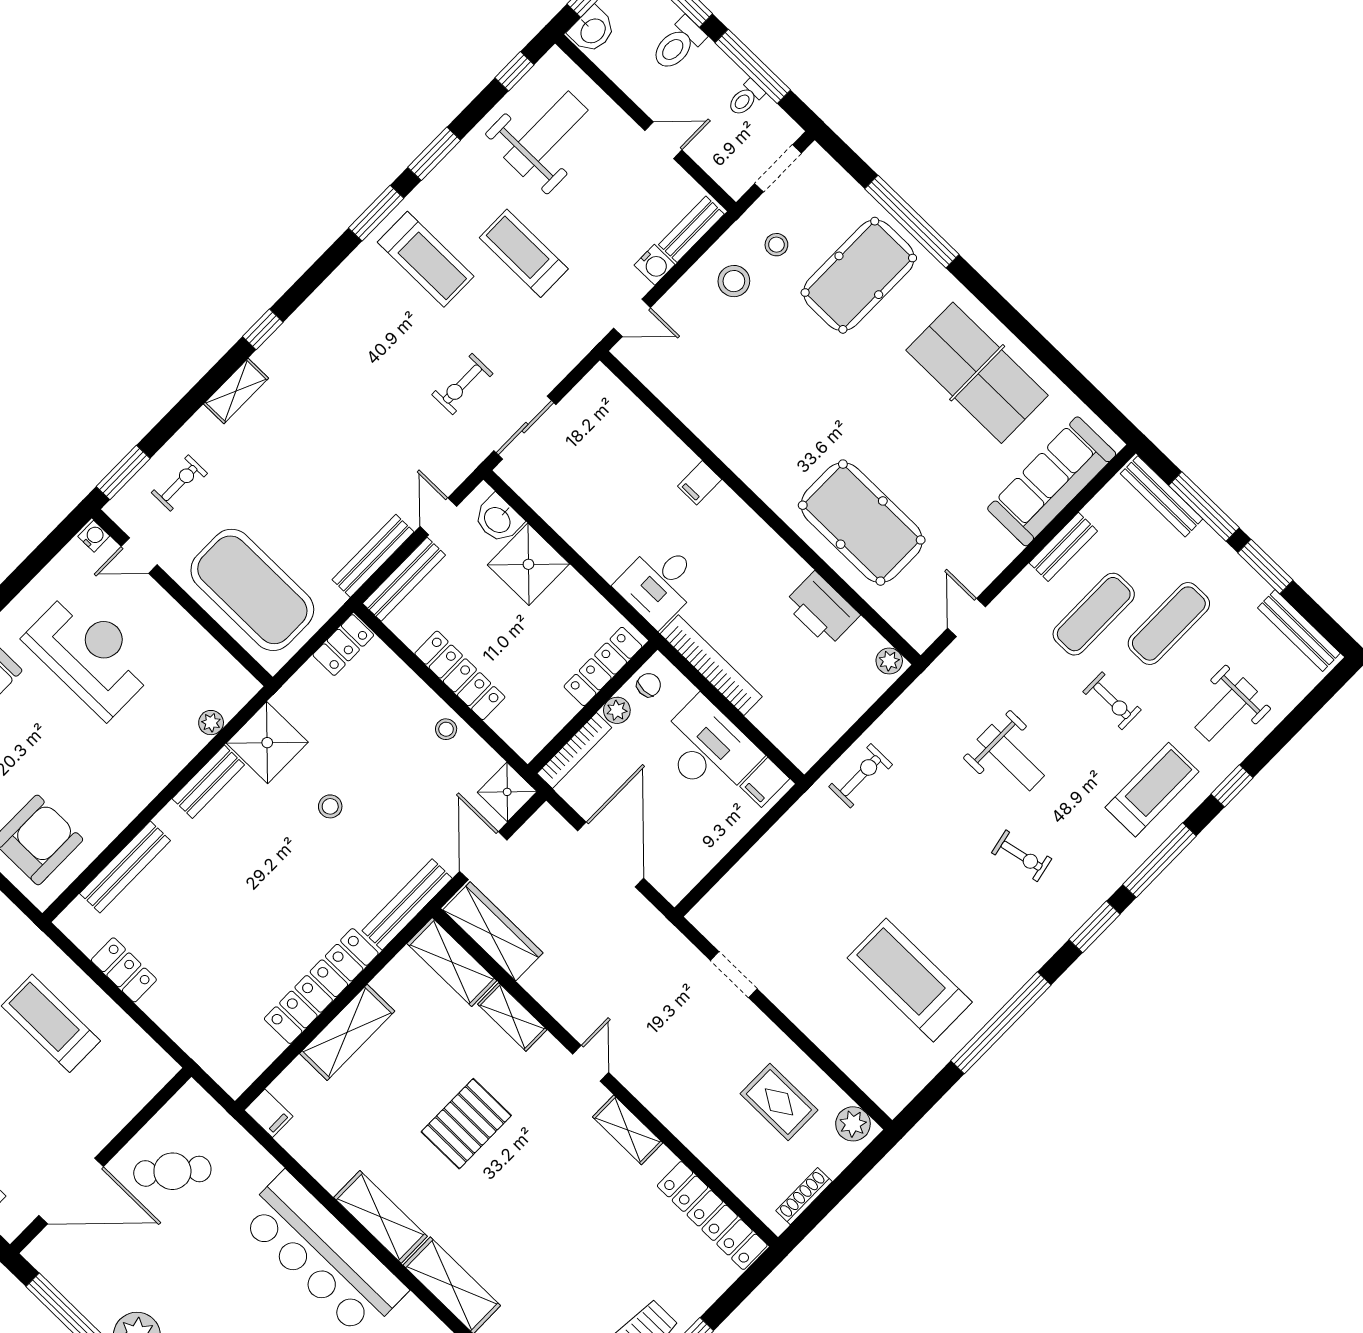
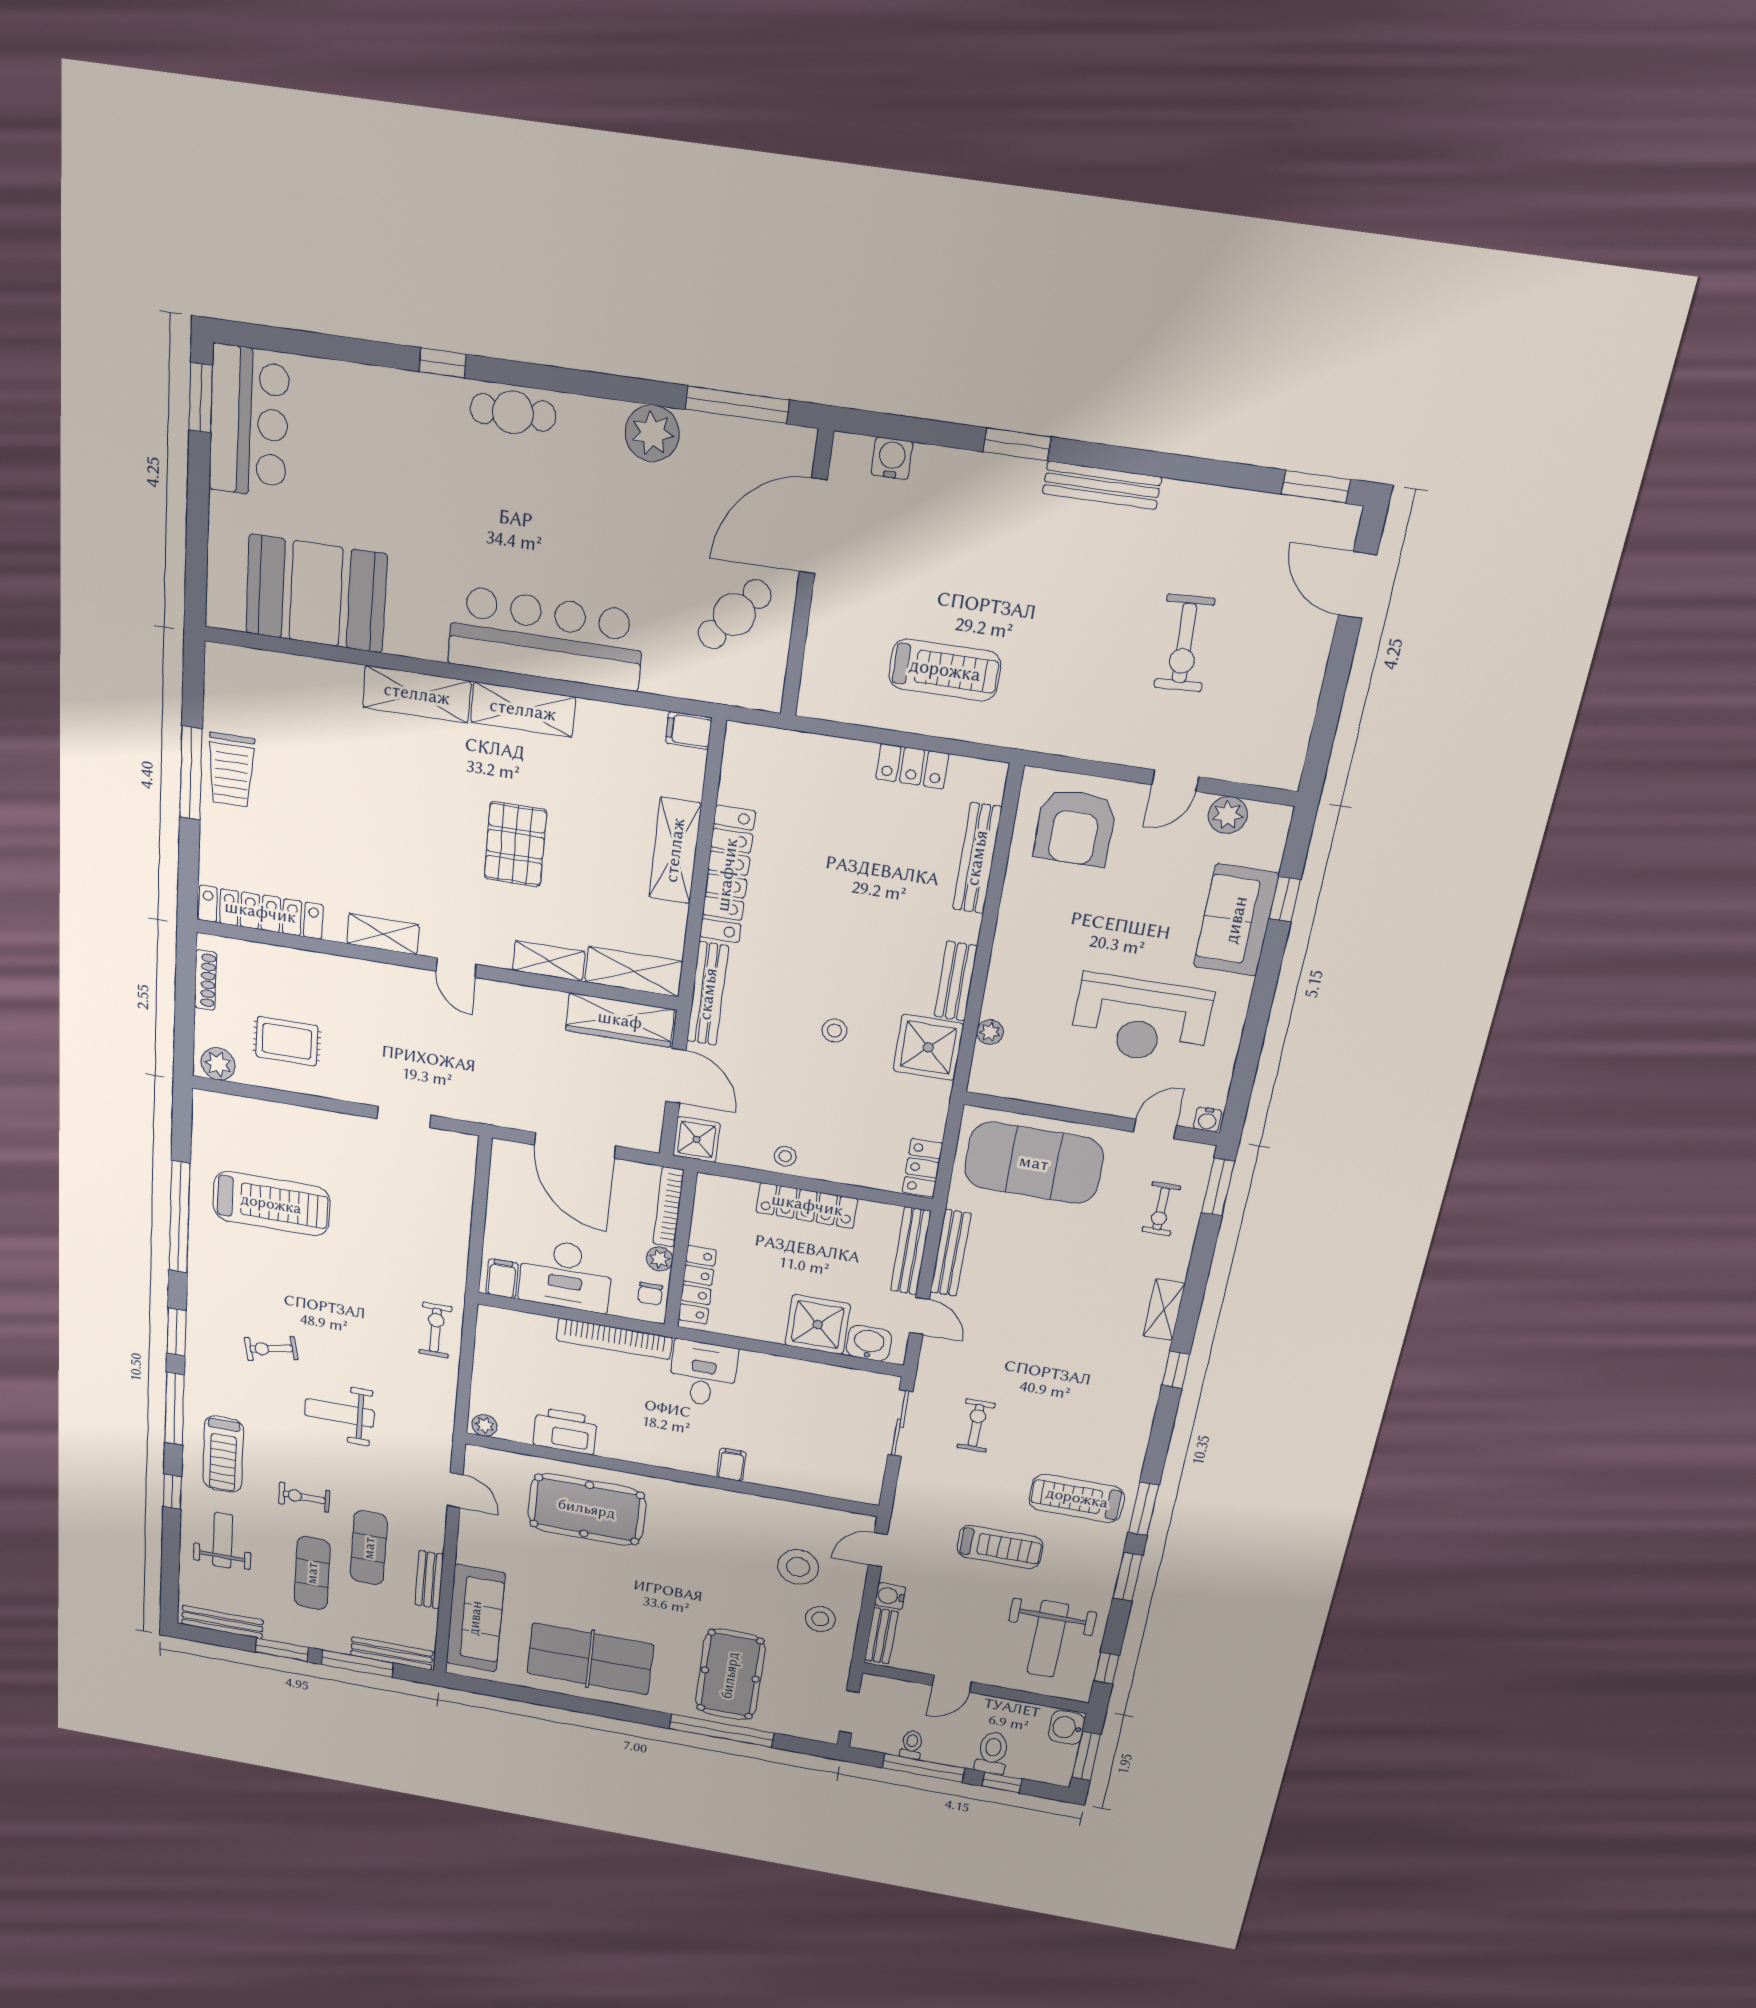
stool: (776, 245) -> (798, 1567), moved, width x1.89, depth x1.89
exercise bike: (861, 776) -> (435, 1330), turned 180

